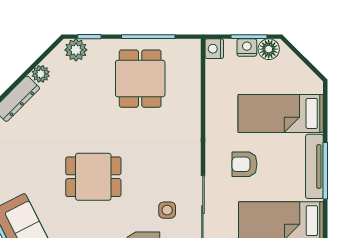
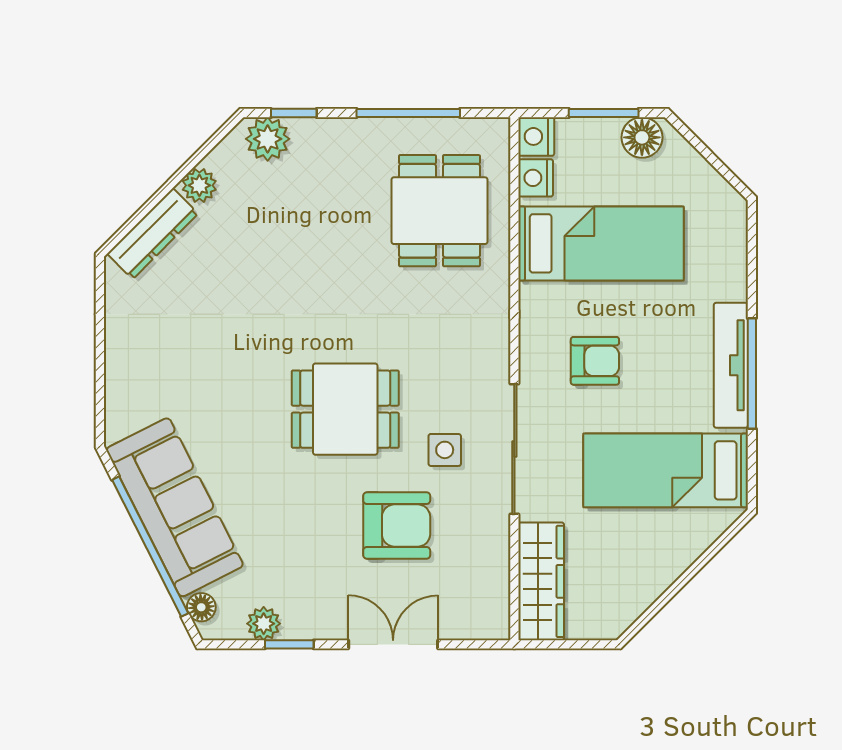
nightstand: (247, 48) -> (536, 178), moved, turned -90
dining table: (140, 79) -> (439, 211), moved
bed: (281, 113) -> (601, 243), moved, turned 180
armchair: (244, 164) -> (595, 361), turned 180
dining table: (93, 177) -> (345, 409), moved

